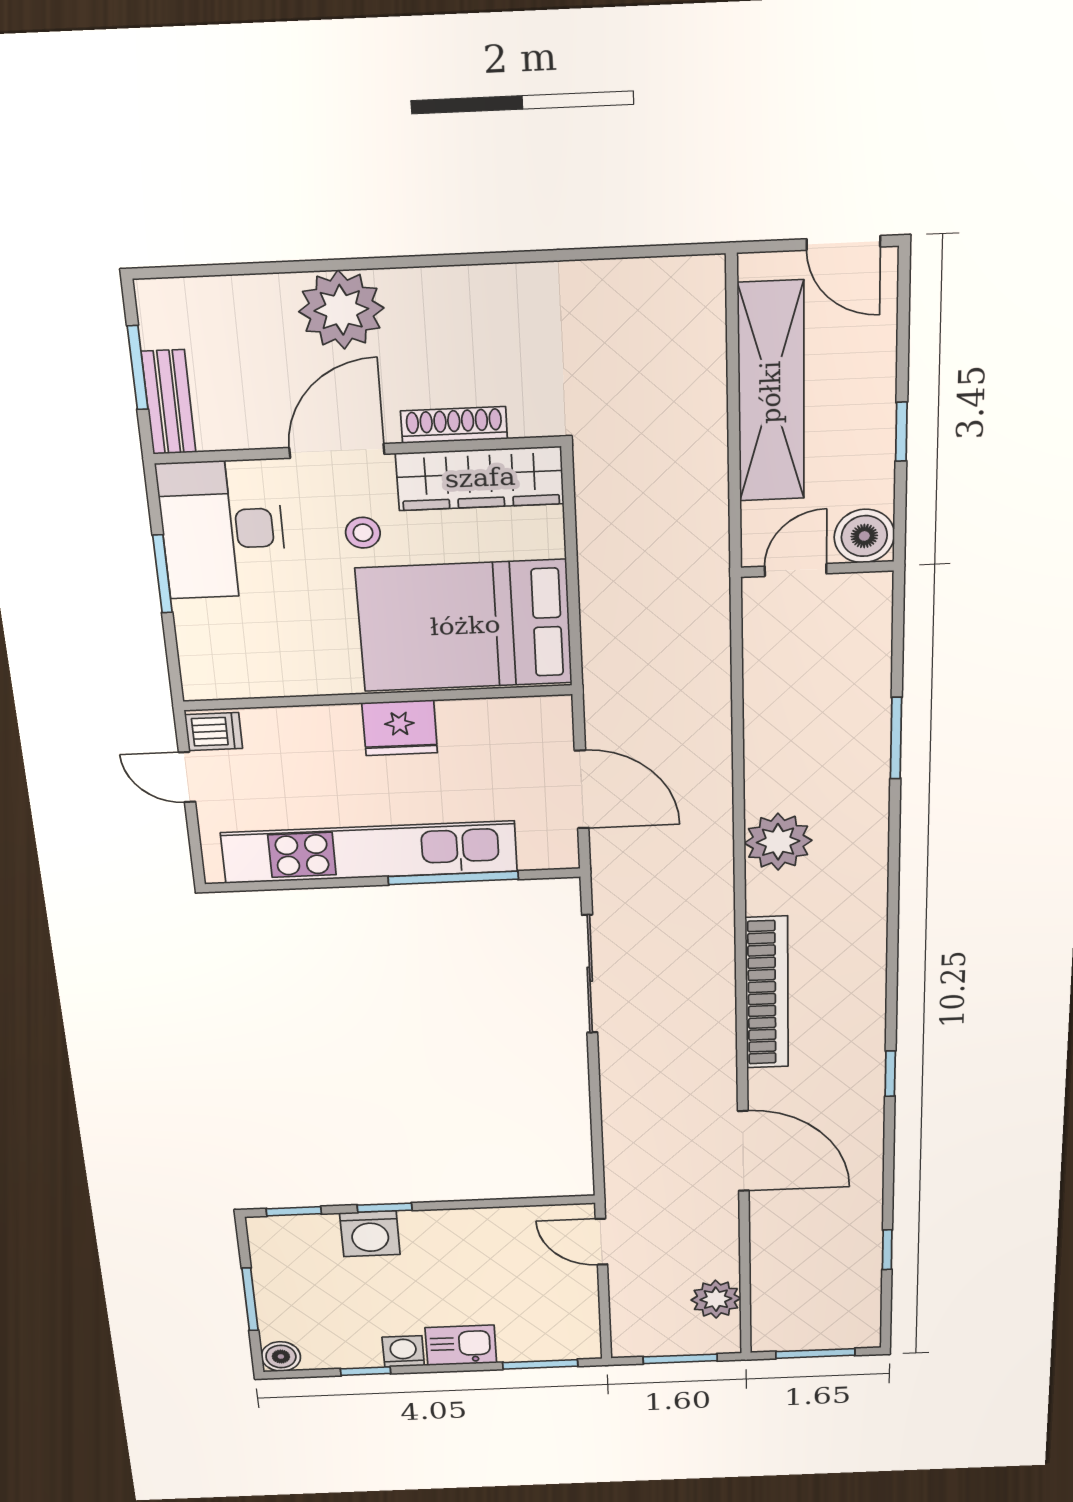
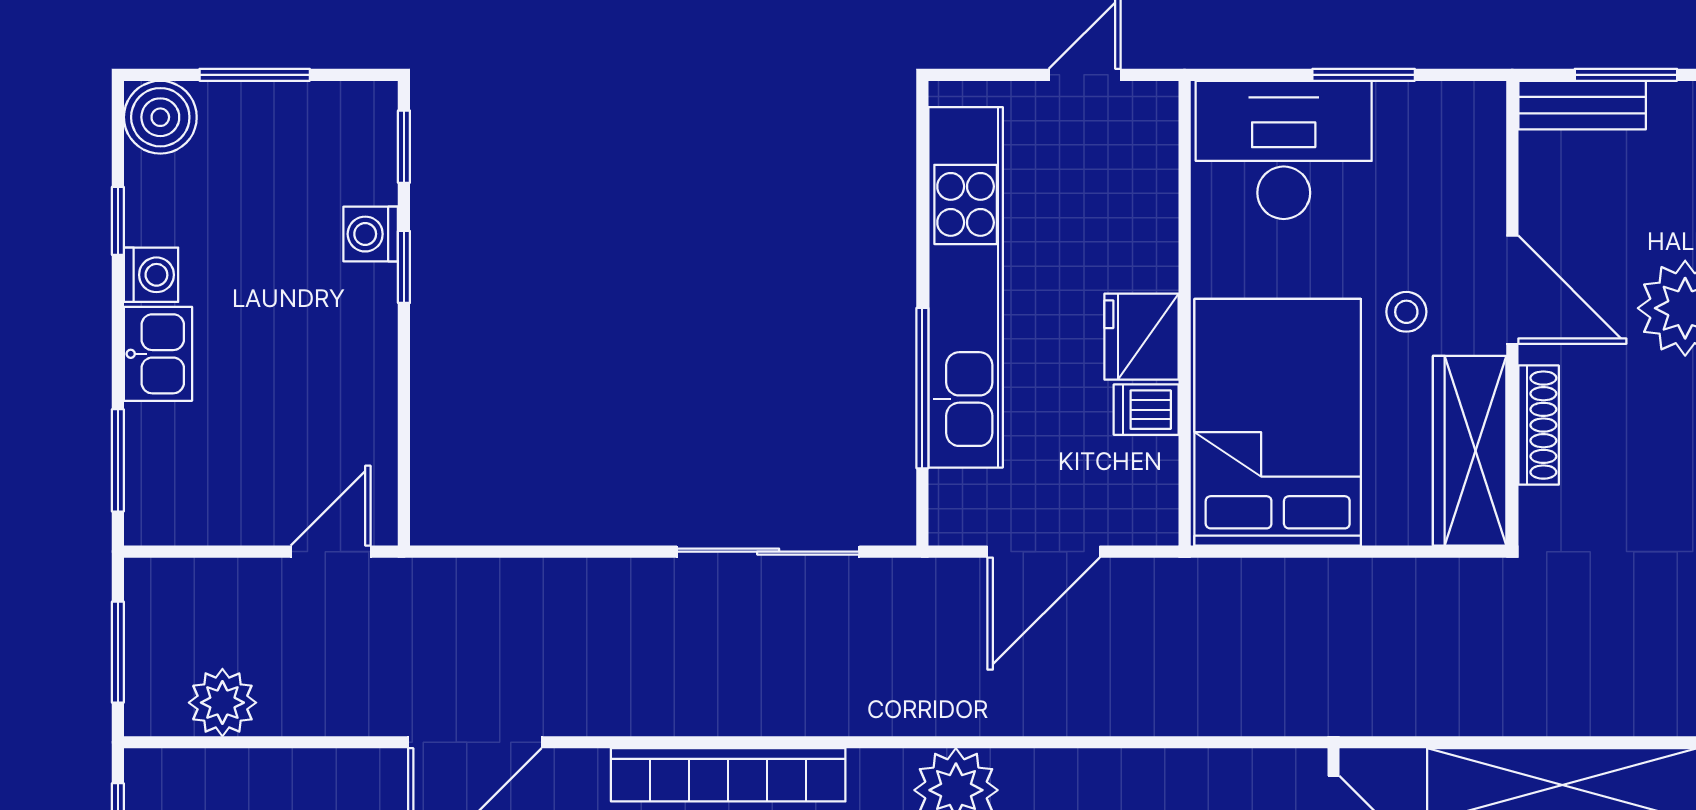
desk: (222, 529) -> (1284, 150), moved
dishwasher: (214, 732) -> (1146, 410), moved, turned 90
washing machine: (370, 1234) -> (371, 234), width x0.73, depth x0.73
boiler: (281, 1357) -> (160, 117), width x1.36, depth x1.36

